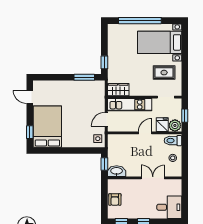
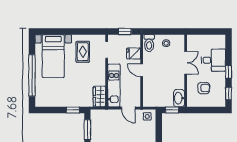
plant: (175, 125) -> (134, 41), removed
double door: (153, 178) -> (186, 63), swing flipped
armchair: (115, 199) -> (204, 88), moved
desk: (169, 207) -> (213, 60), moved, turned 90

